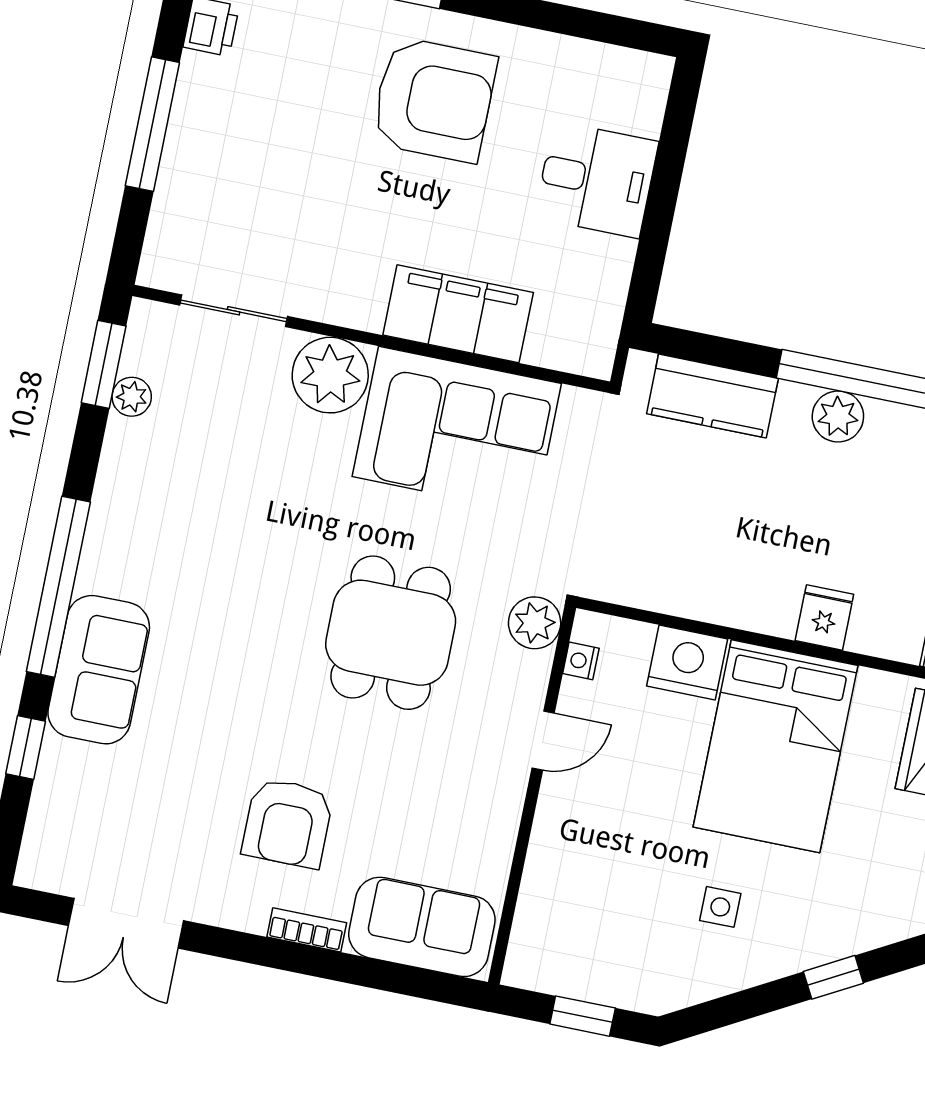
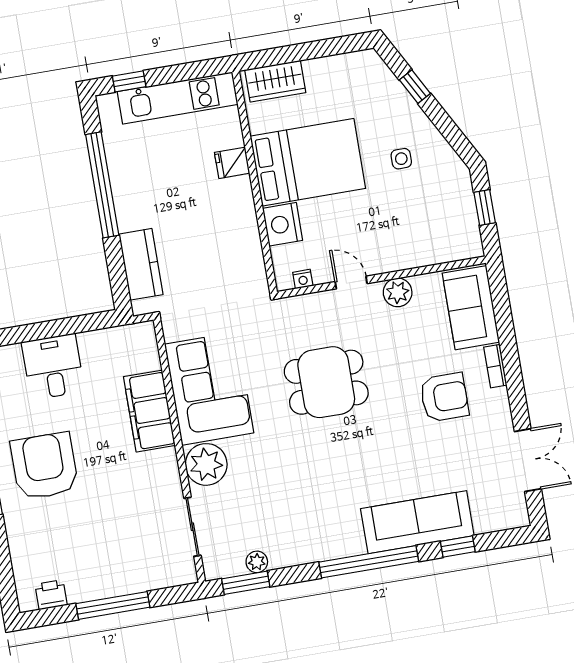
plant: (838, 417) -> (126, 196), removed
plant: (535, 623) -> (398, 292), moved
sofa: (99, 670) -> (417, 522), width x1.36

